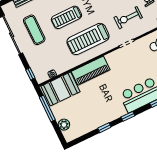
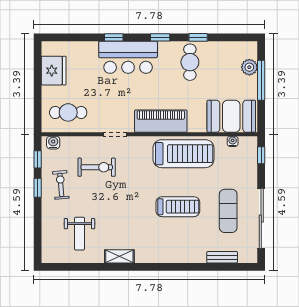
treadmill: (88, 39) -> (183, 154), moved
piano: (91, 71) -> (161, 121), moved
window: (47, 109) -> (261, 80), moved
cafe table: (102, 110) -> (190, 62), added

